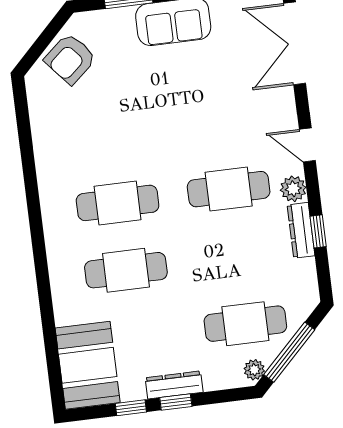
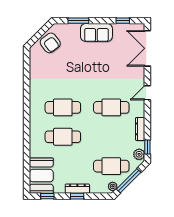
armchair: (70, 59) -> (50, 43), turned -86
door: (307, 145) -> (147, 93), hinge flipped
plant: (293, 189) -> (139, 154), moved
window: (318, 231) -> (147, 147), moved
window: (131, 408) -> (47, 196), moved

